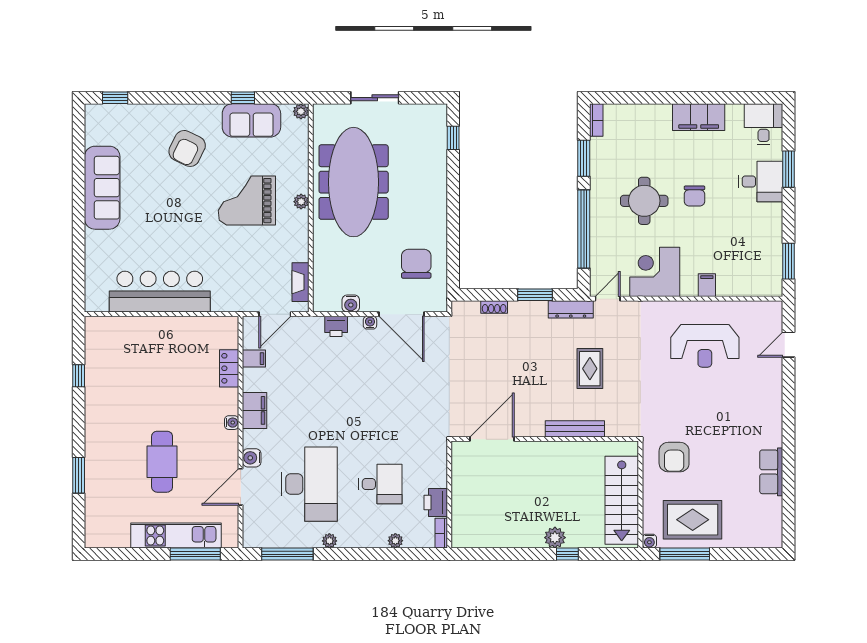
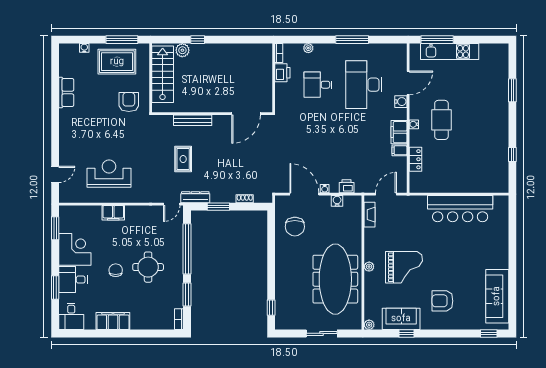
armchair: (187, 148) -> (442, 301), turned -116
sofa: (102, 188) -> (497, 296), moved
corner desk: (655, 272) -> (75, 249), moved, turned -90
filing cabinet: (707, 285) -> (113, 213), width x2.00
filing cabinet: (254, 359) -> (399, 150), moved
cafe table: (162, 462) -> (441, 120), moved
plant: (555, 538) -> (182, 50), moved
plant: (329, 541) -> (351, 48), removed
water cooler: (649, 541) -> (84, 48), moved
window: (287, 554) -> (352, 40), moved

